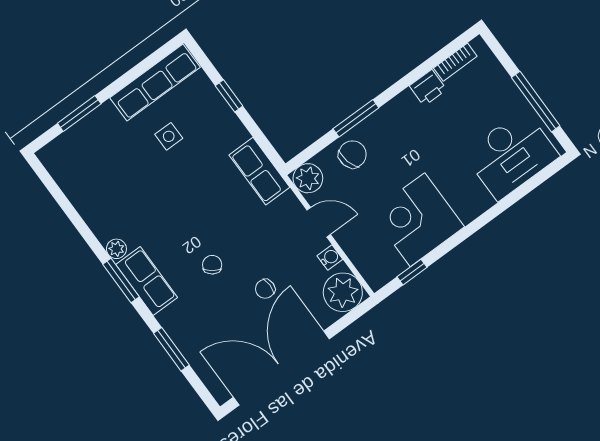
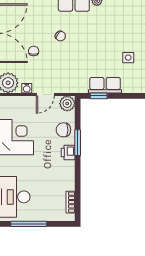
printer: (428, 88) -> (68, 152), moved
window: (229, 96) -> (99, 96), moved
chair: (352, 154) -> (63, 130), turned 104
row of seats: (259, 171) -> (105, 85), moved

